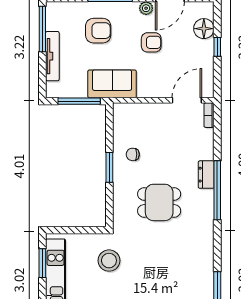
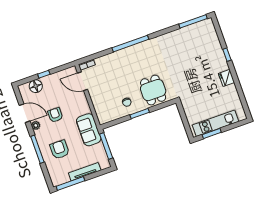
dresser: (206, 175) -> (123, 54), removed
dining table: (159, 202) -> (153, 90), moved
stool: (109, 261) -> (196, 94), removed

